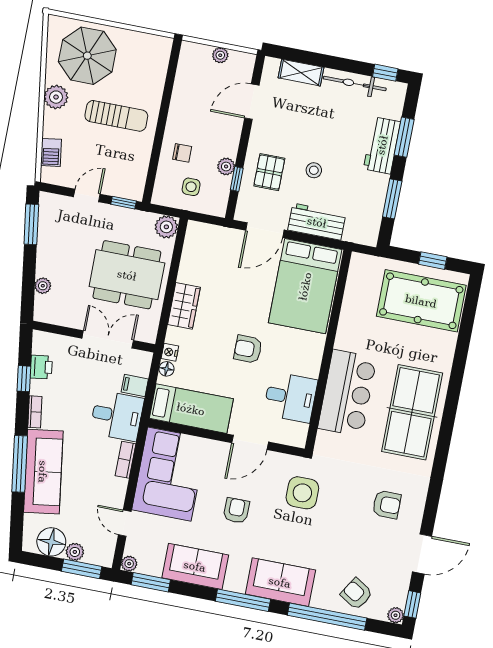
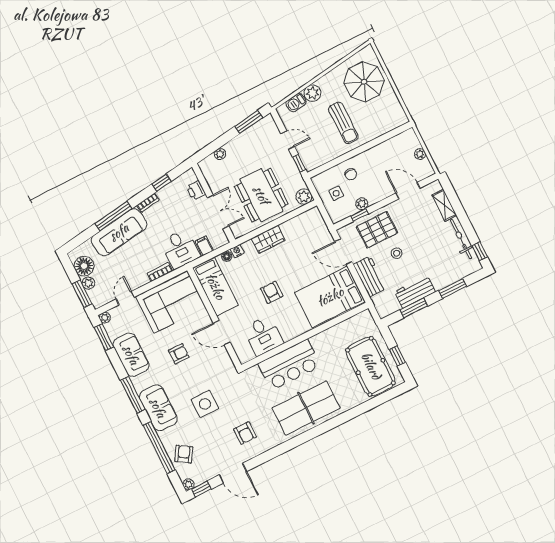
plant: (56, 97) -> (312, 93), moved
workbench: (382, 145) -> (415, 292), moved
pallet: (269, 172) -> (377, 230), width x1.50, depth x1.42
printer: (41, 367) -> (196, 190), moved, turned 98
side table: (302, 493) -> (205, 404), moved

